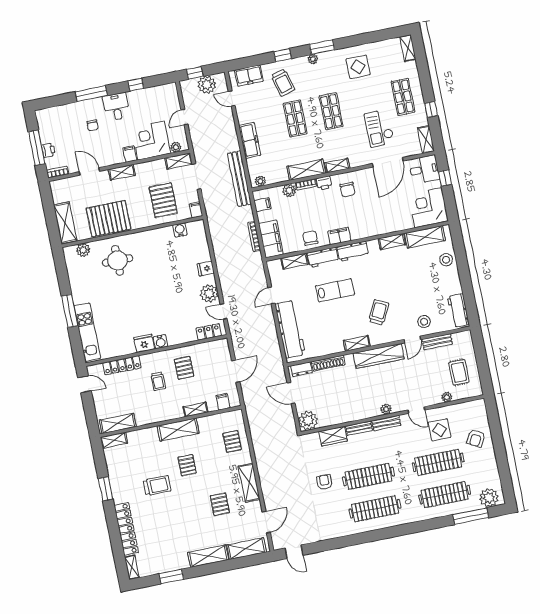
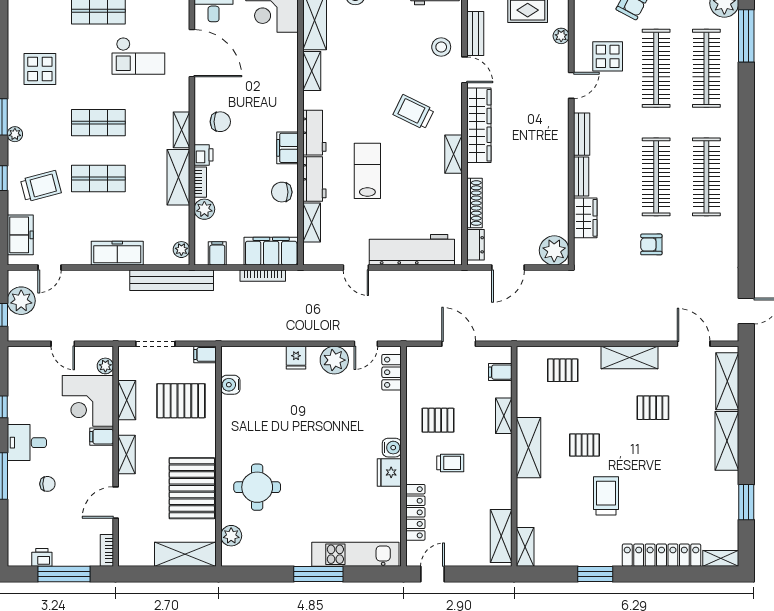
printer: (48, 150) -> (42, 557), moved
shelving: (179, 161) -> (127, 400), moved
plant: (386, 409) -> (561, 130), removed

